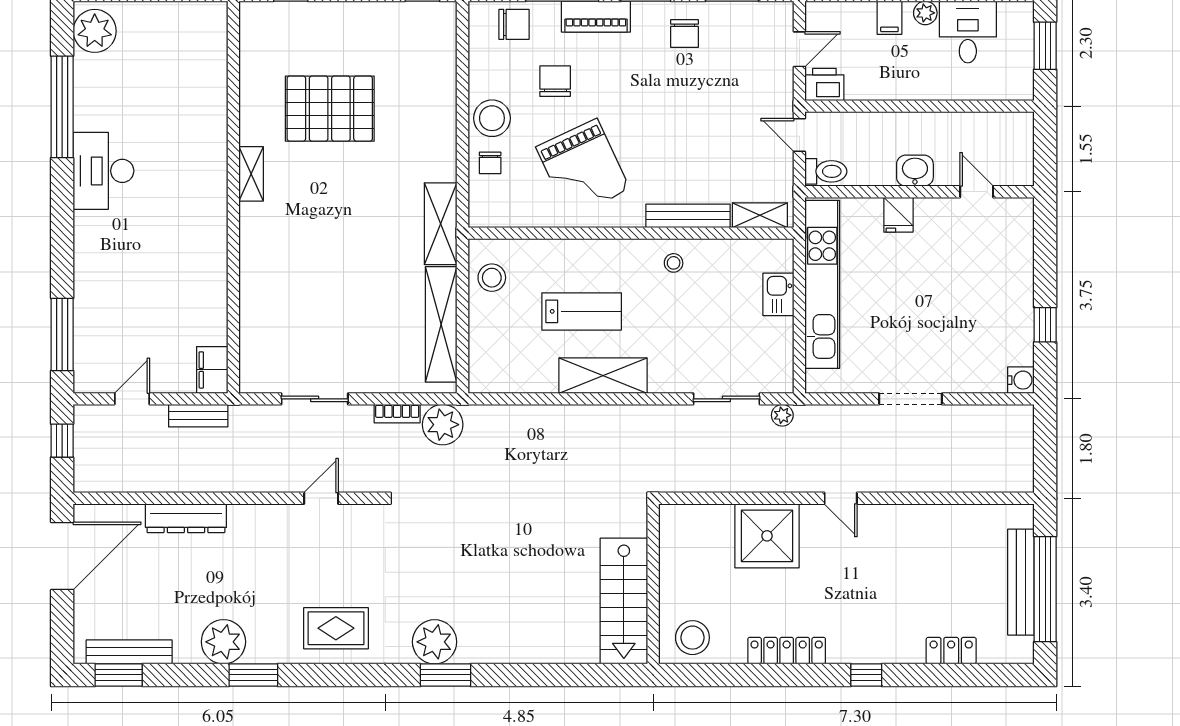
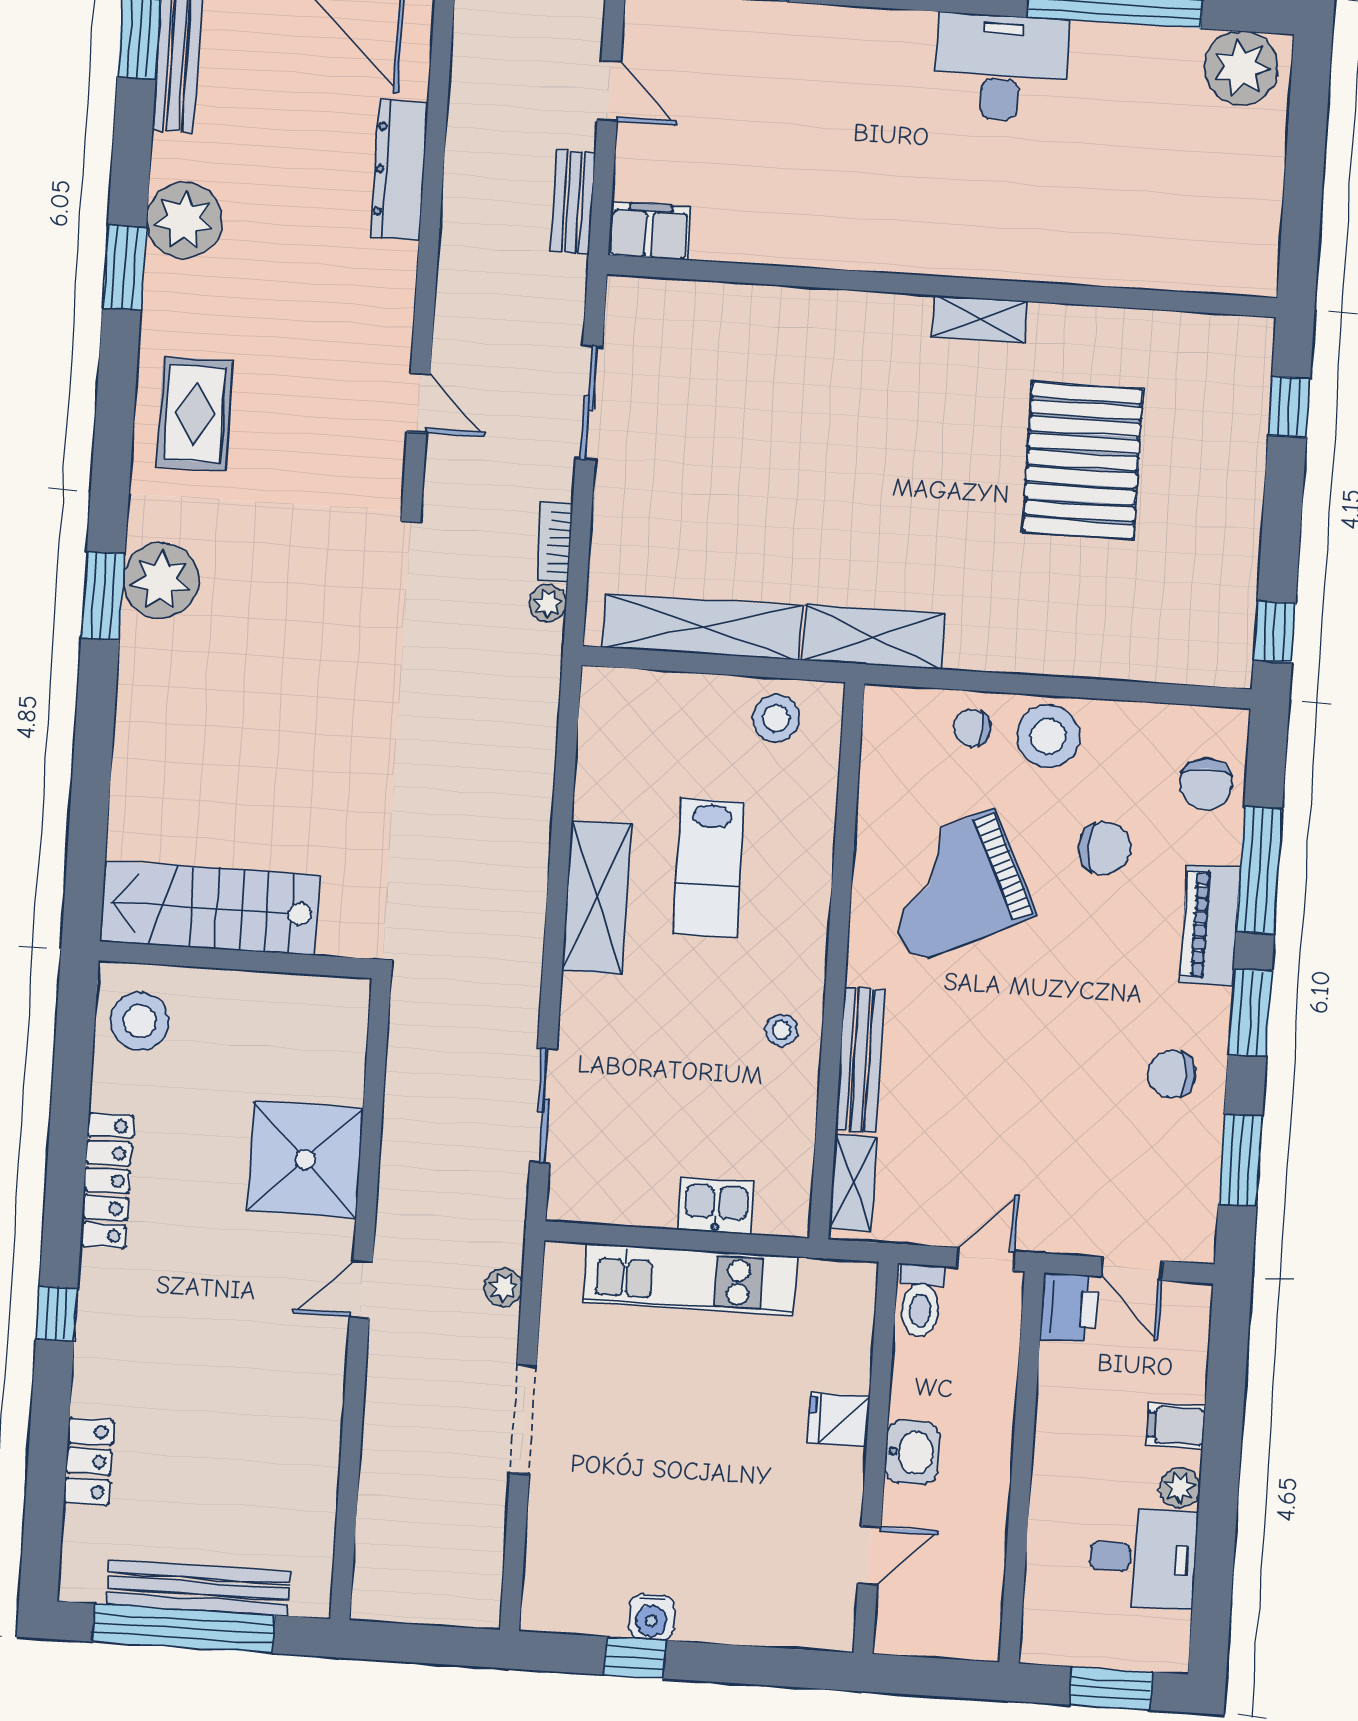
kitchen unit: (822, 284) -> (690, 1279), width x0.73
water cooler: (1021, 380) -> (652, 1617), moved
plant: (782, 415) -> (504, 1287), moved
plant: (443, 425) -> (548, 603), width x0.53, depth x0.53

